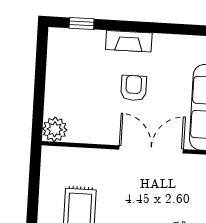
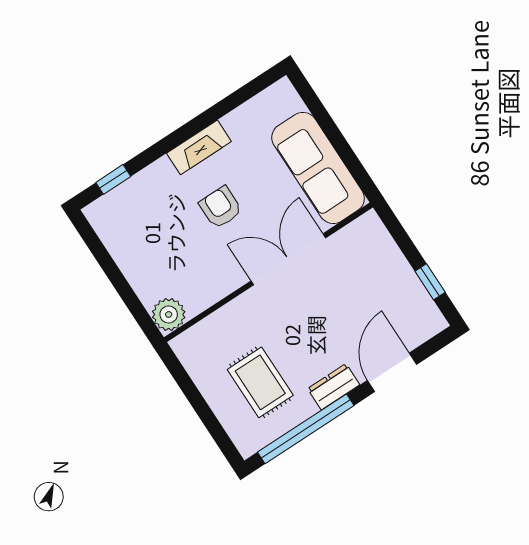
fireplace: (129, 41) -> (199, 147), moved

